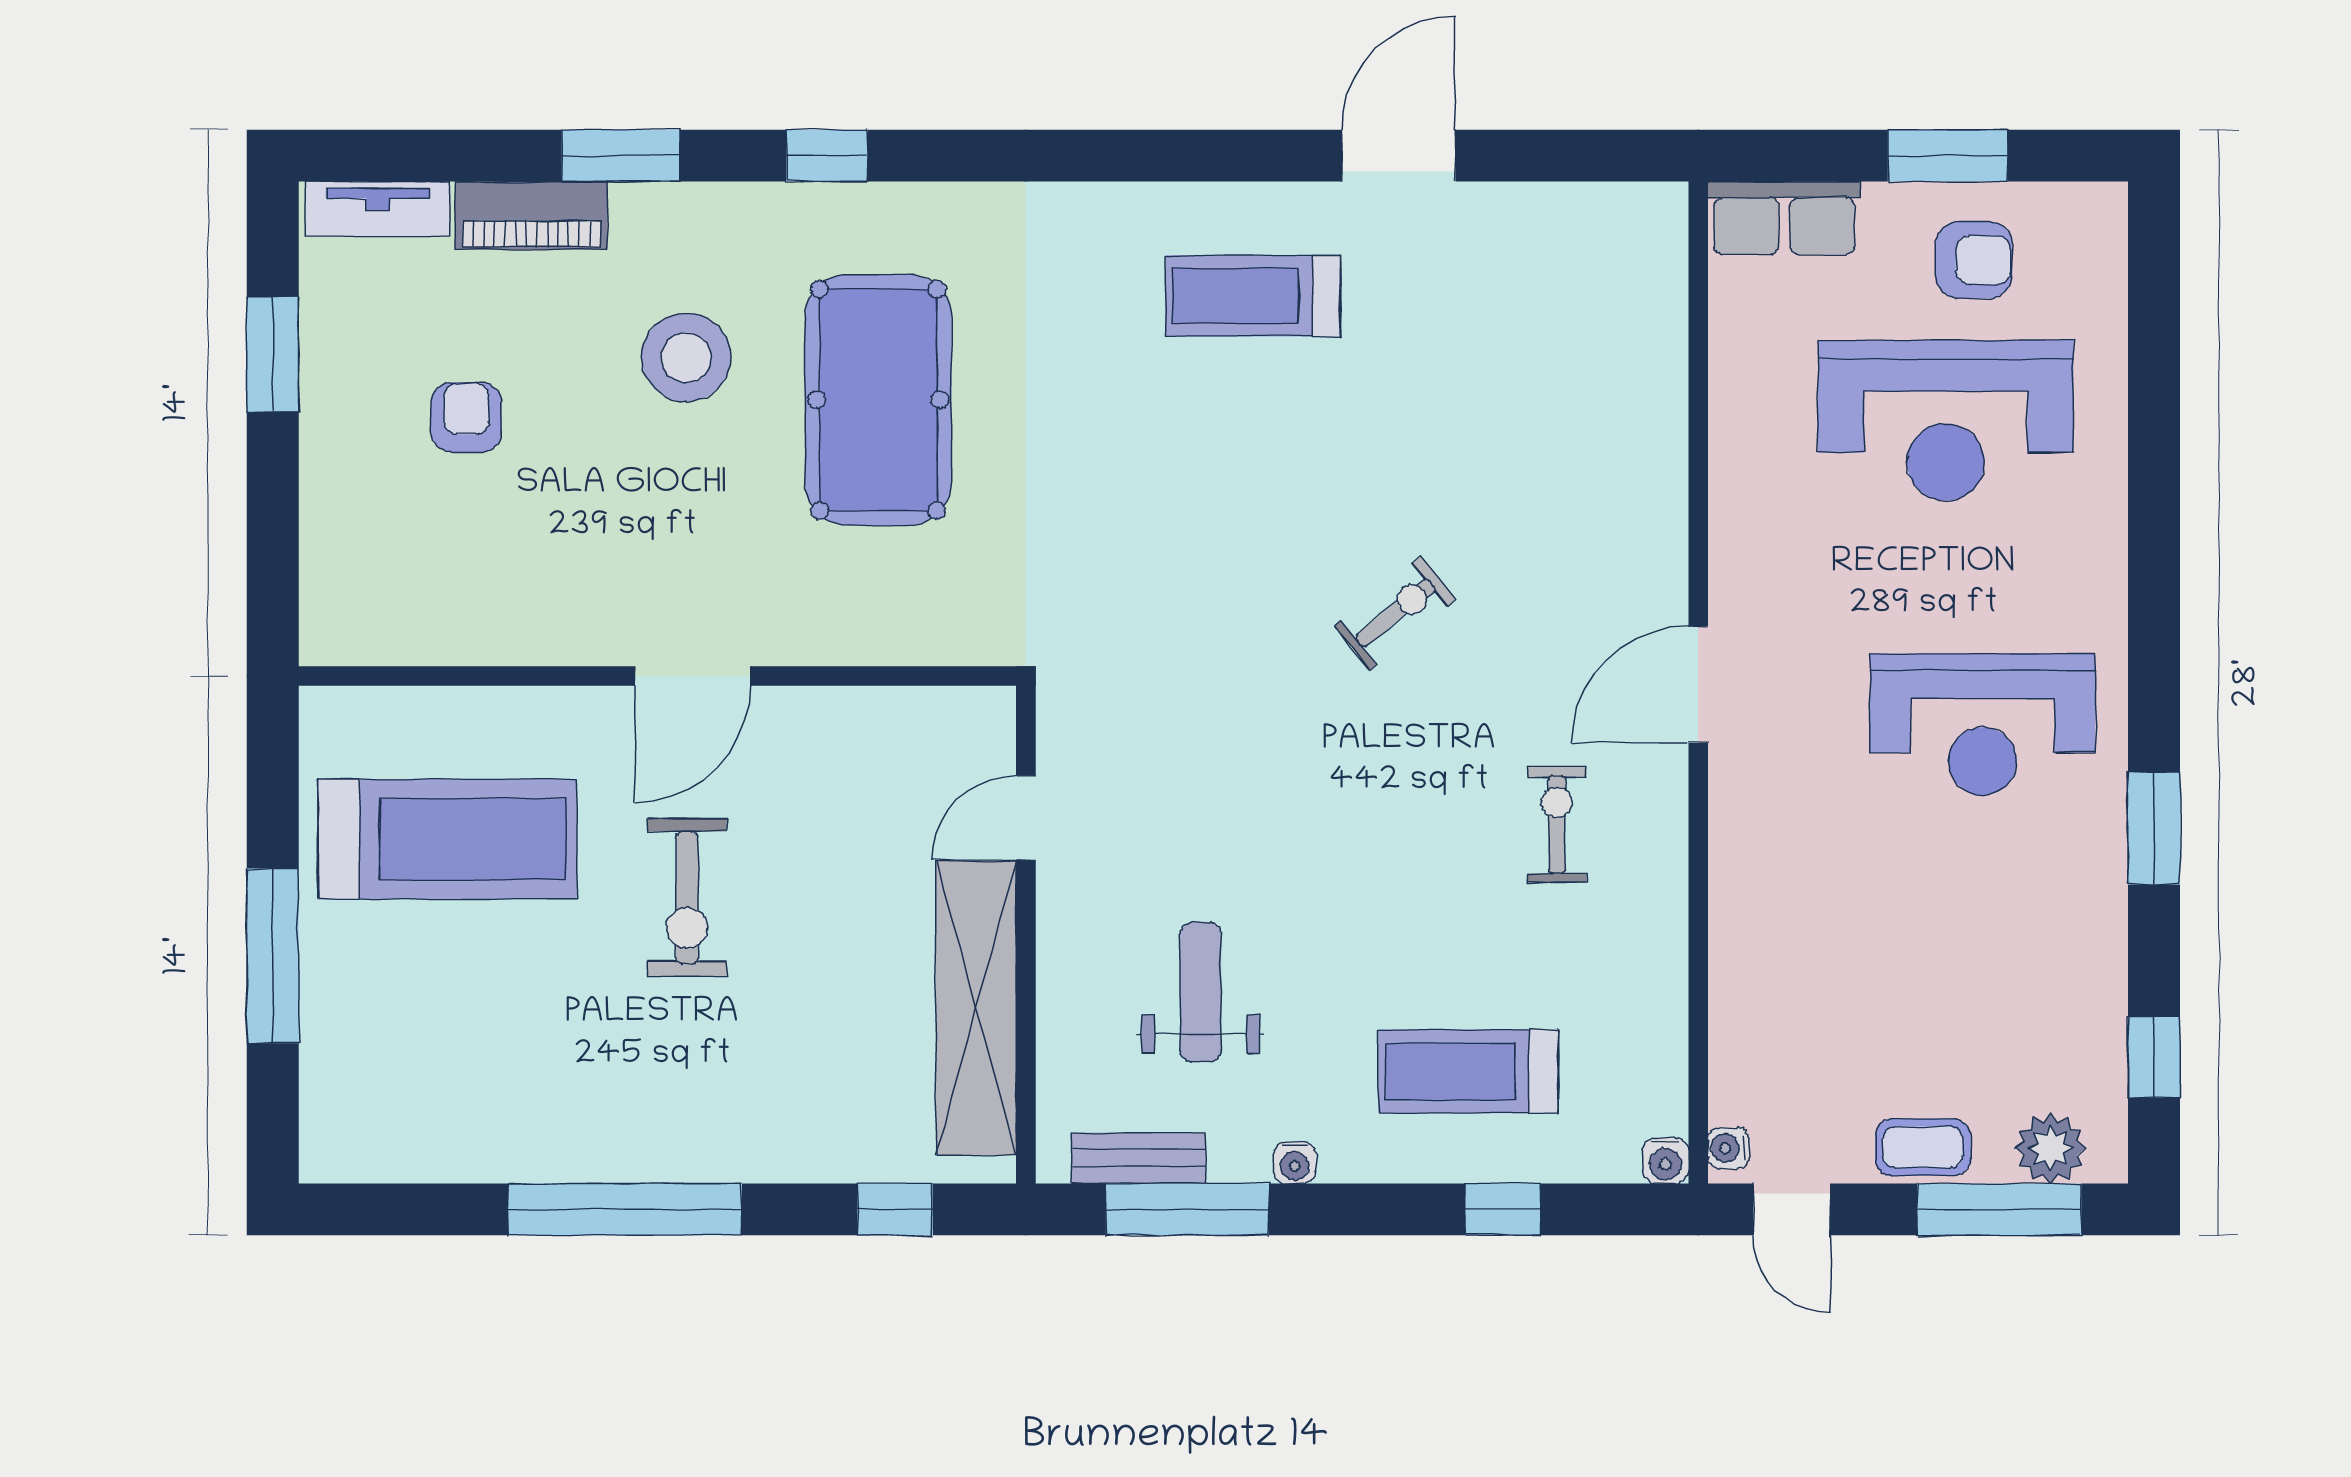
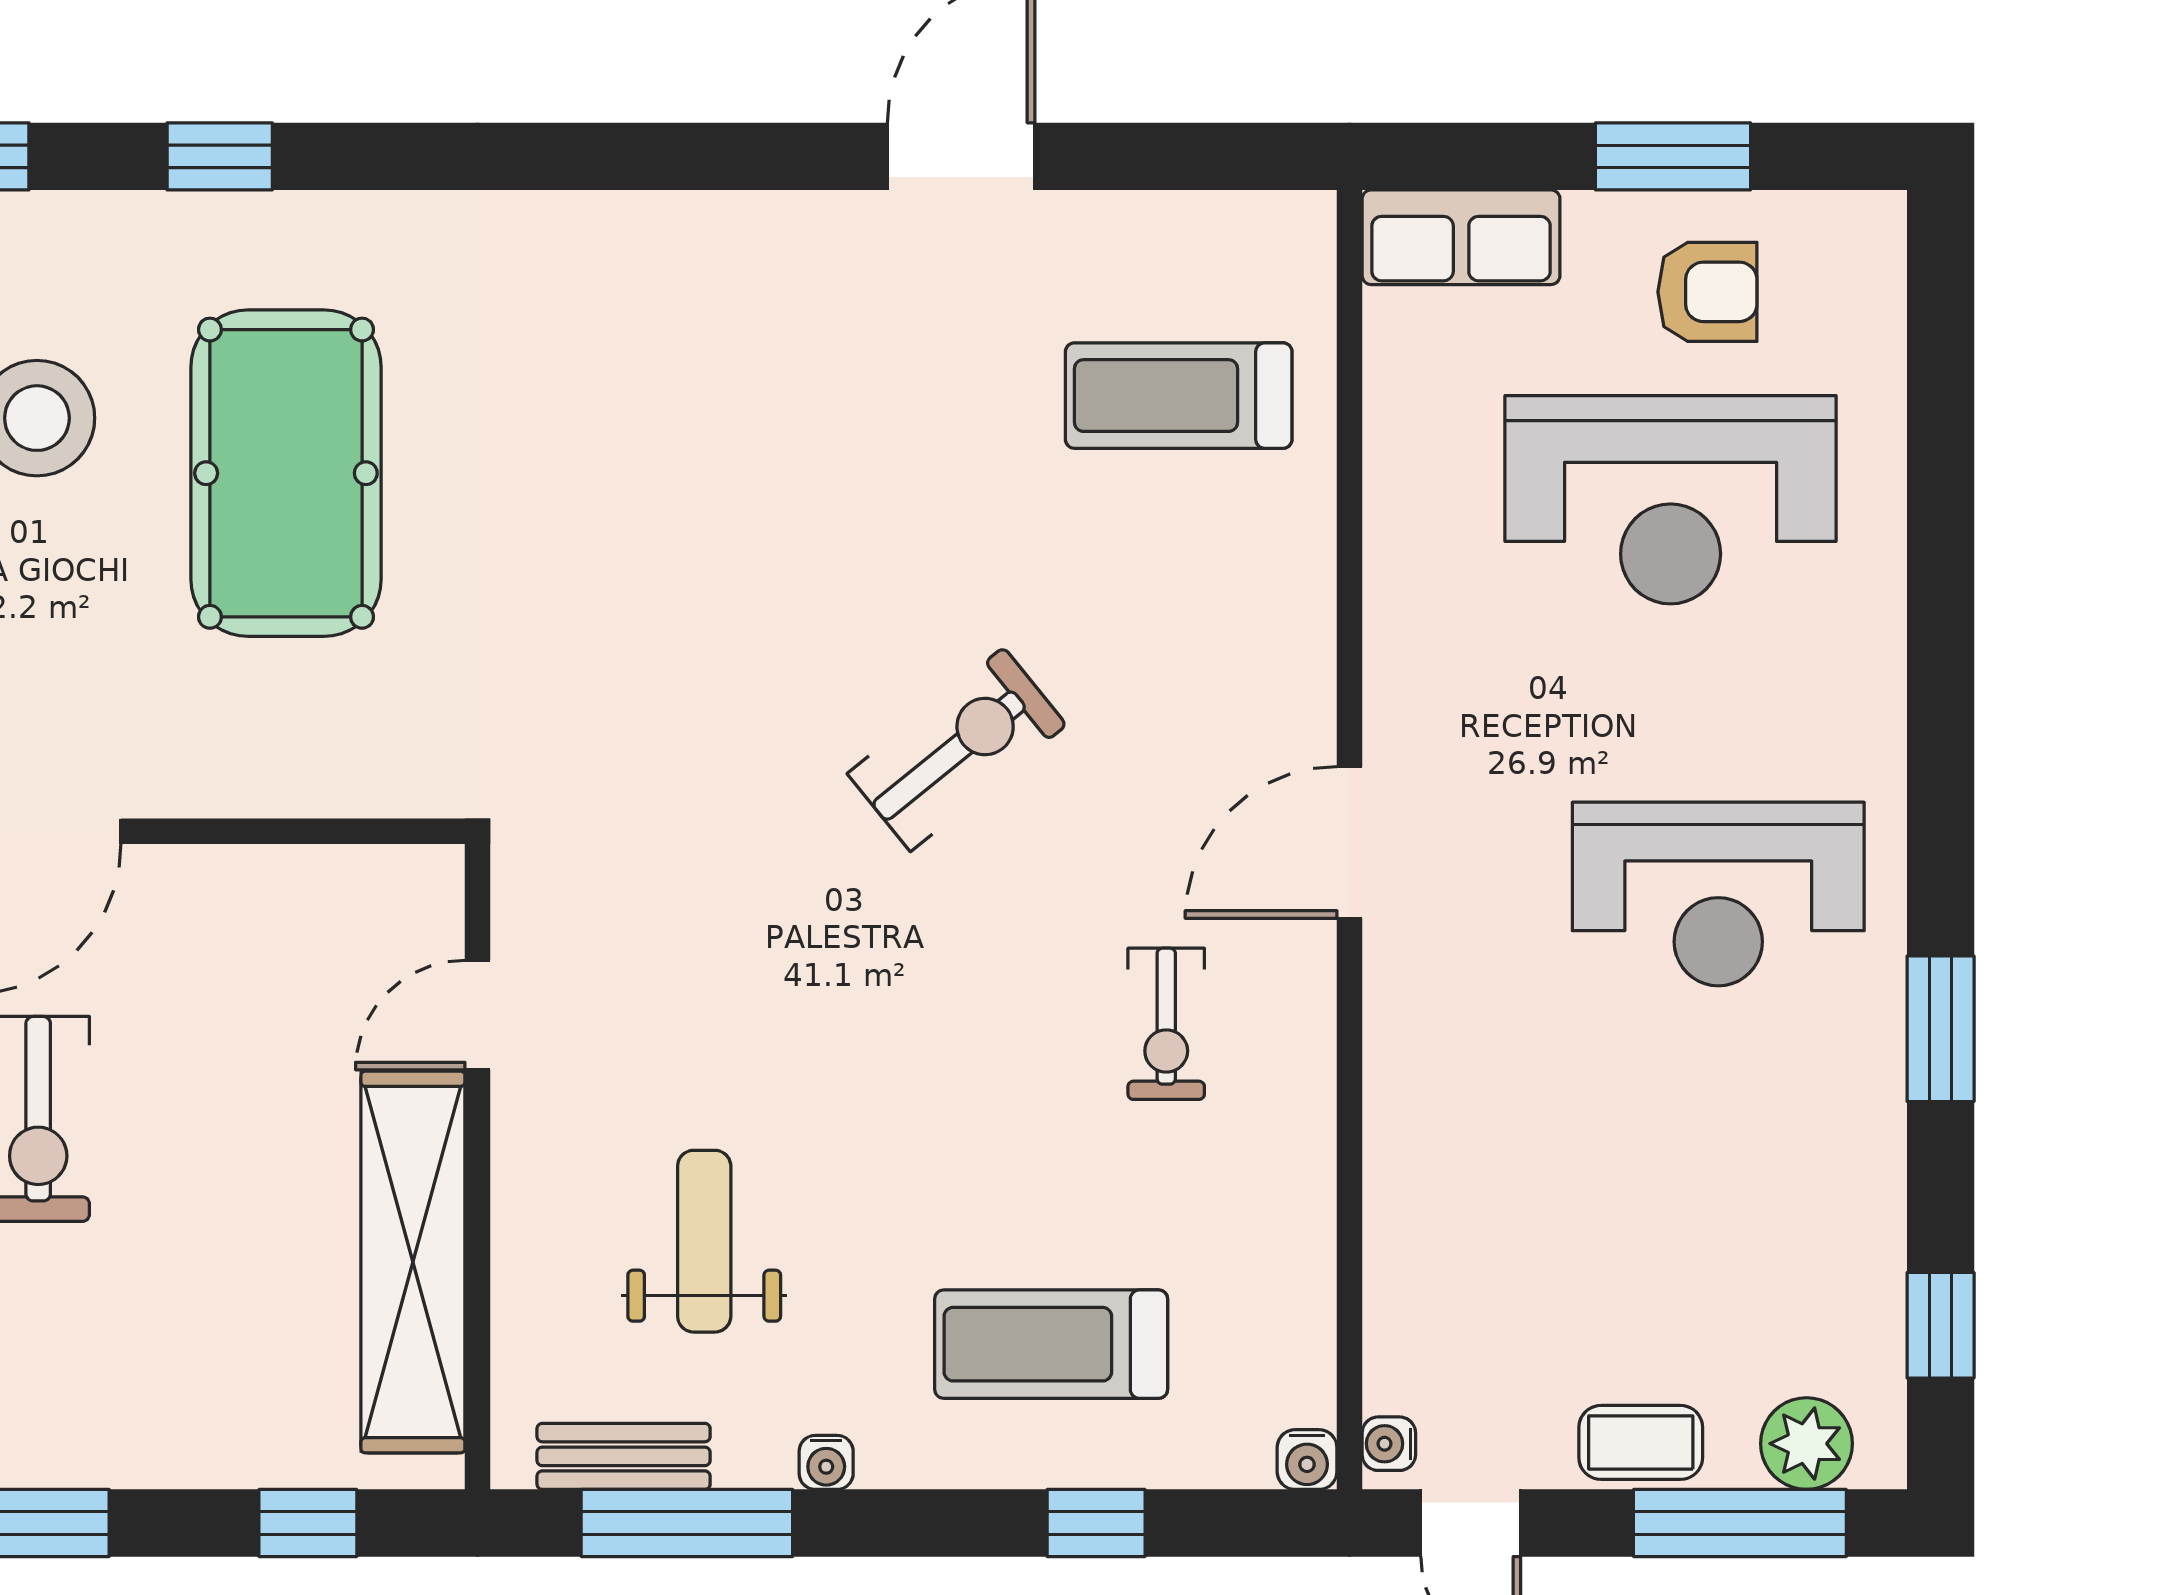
treadmill: (1253, 296) -> (1179, 396), moved
exercise bike: (1395, 613) -> (957, 749), width x1.38, depth x1.39
exercise bike: (1557, 824) -> (1166, 1024), turned 180

